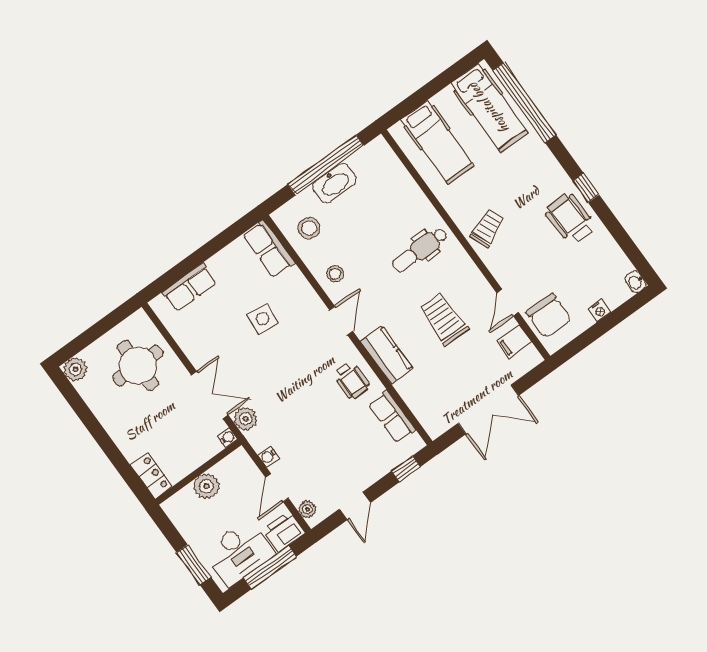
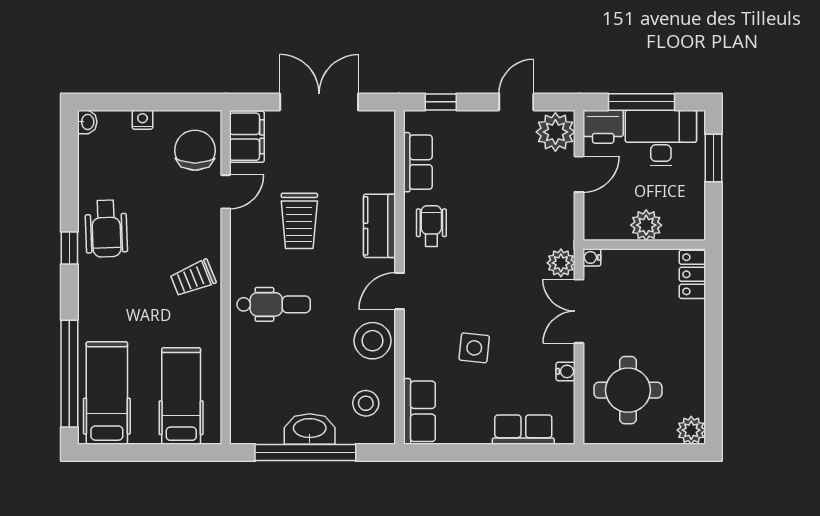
stool: (335, 274) -> (372, 341), width x1.89, depth x1.89
filing cabinet: (514, 342) -> (247, 137), width x2.00
water cooler: (268, 456) -> (566, 371), moved
plant: (307, 509) -> (555, 132), width x1.88, depth x1.88

